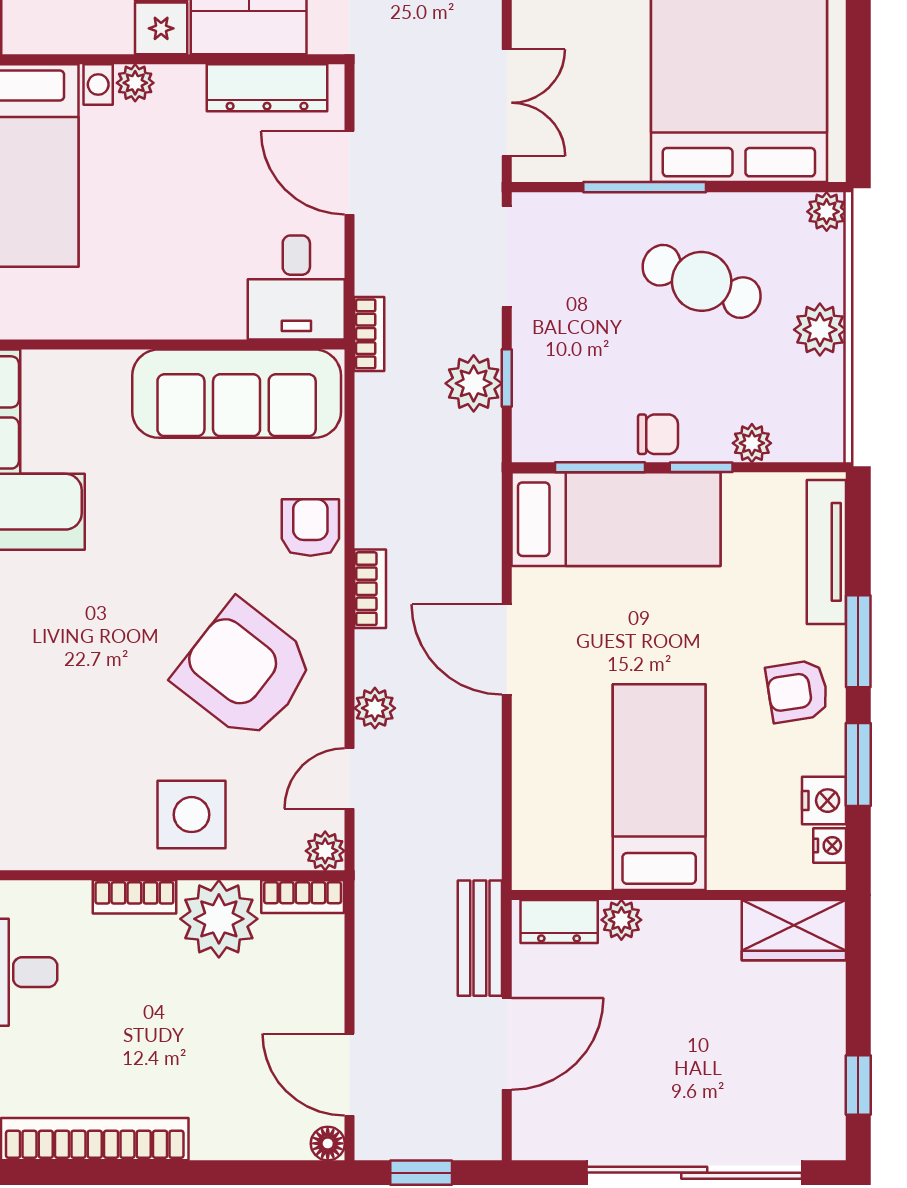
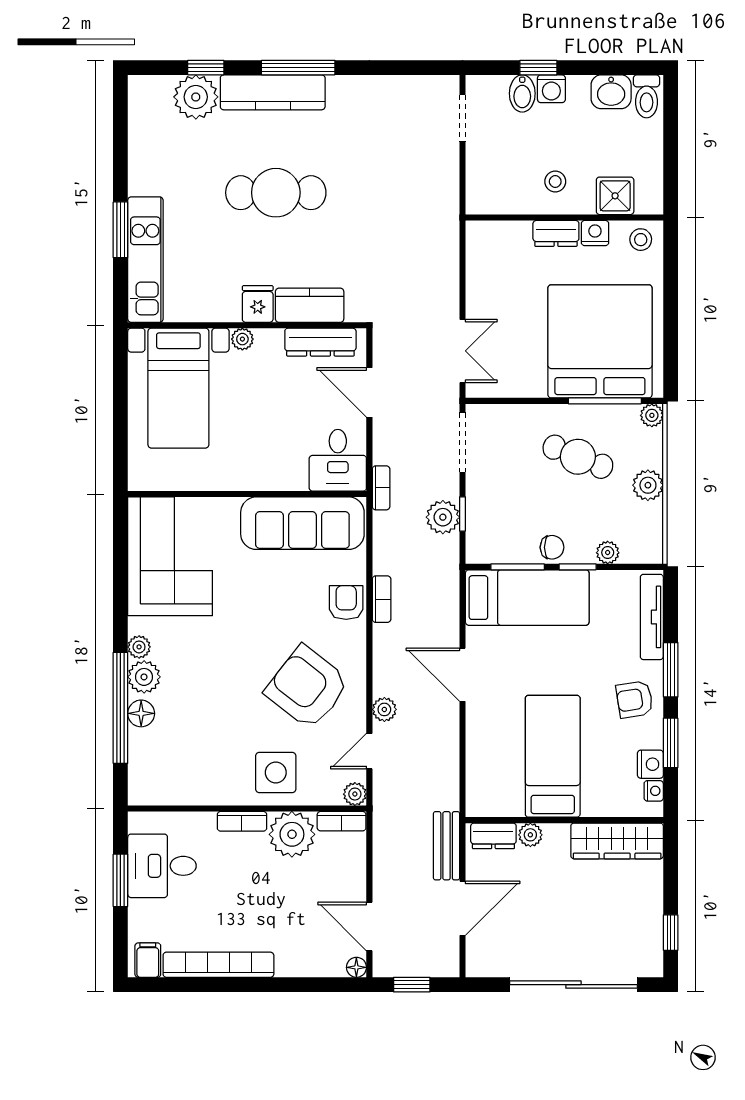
window: (645, 187) -> (605, 401), moved
bookcase: (370, 589) -> (382, 599), moved
wardrobe: (794, 930) -> (617, 841), width x1.50

